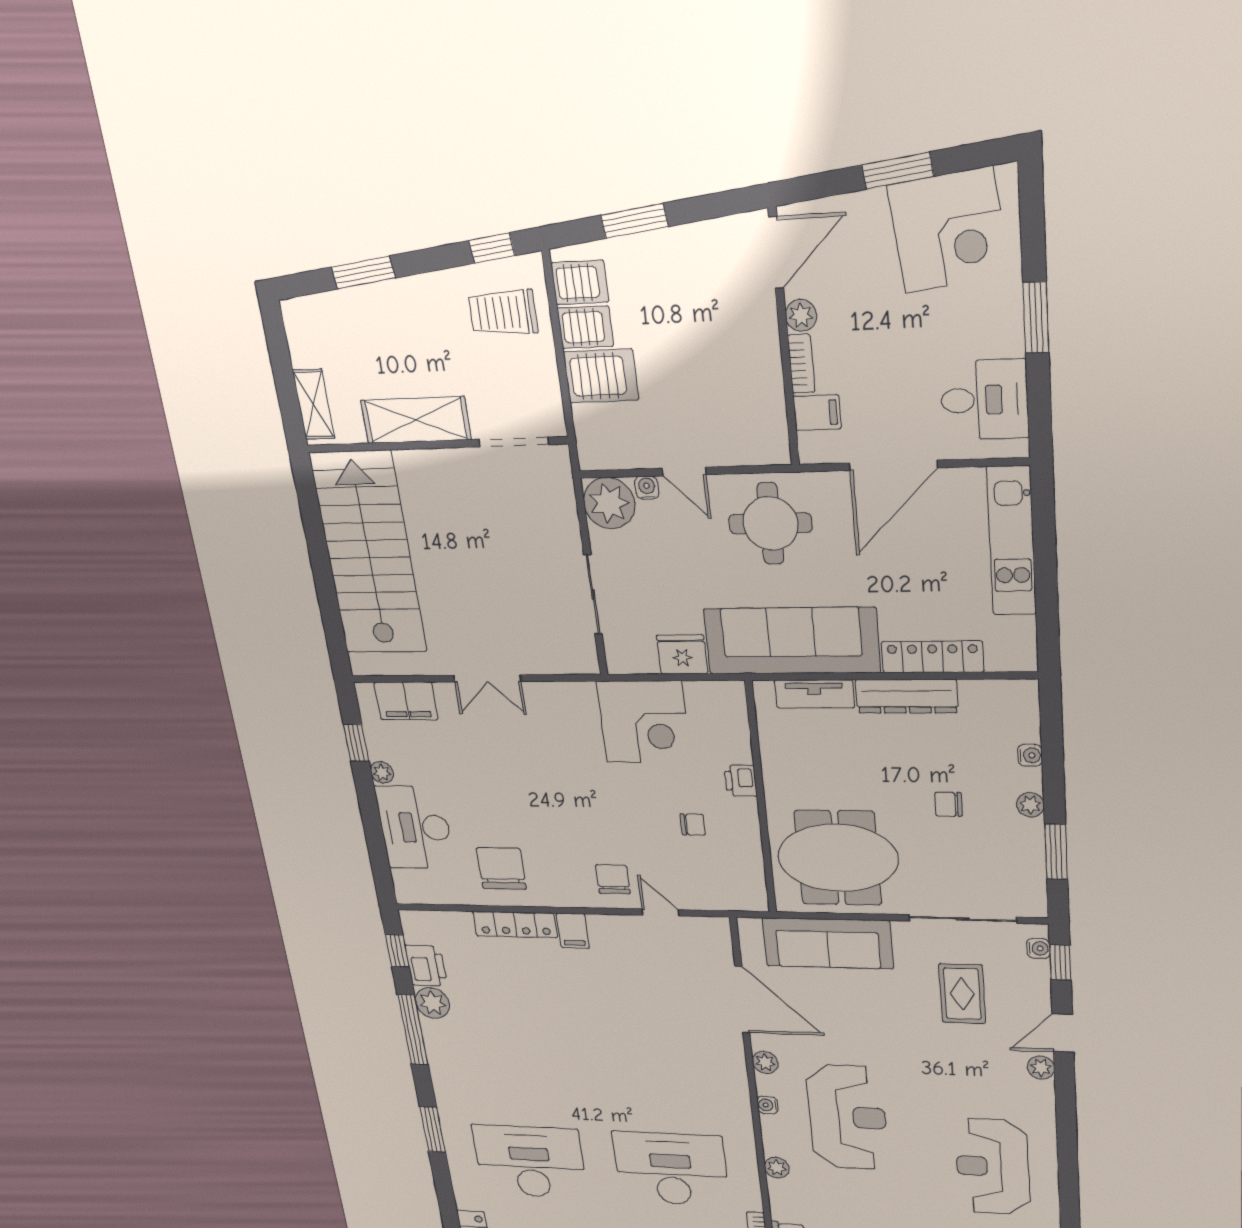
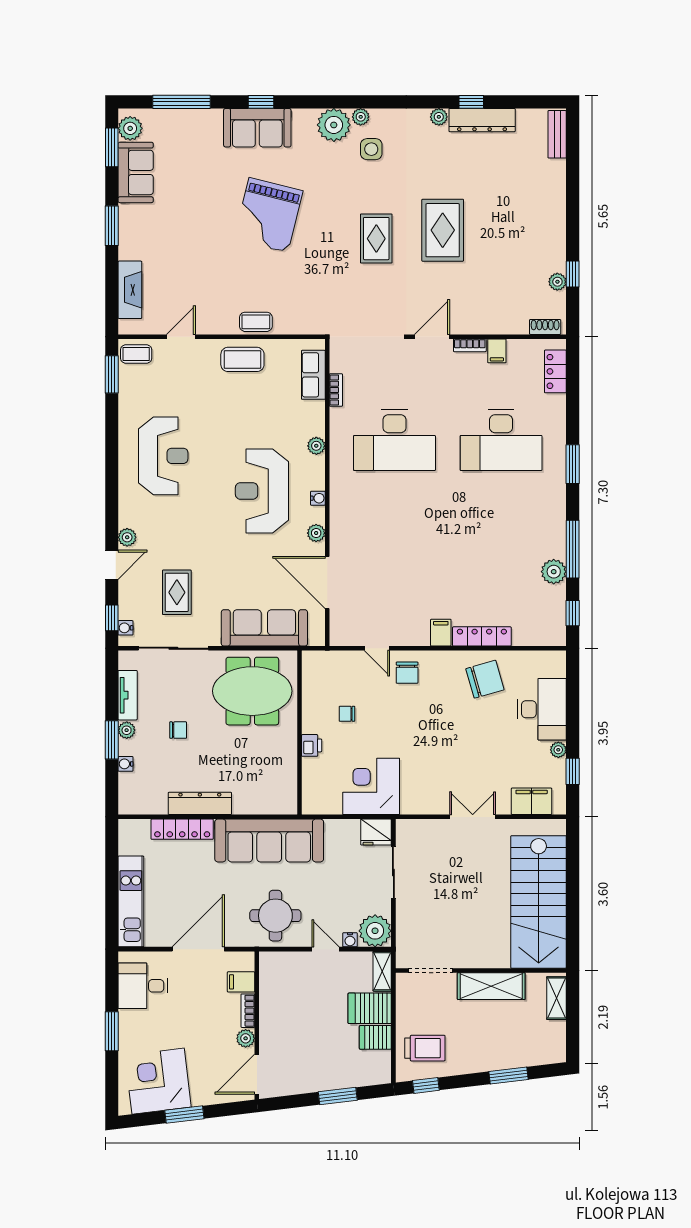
server rack: (580, 282) -> (375, 1063), removed
shelving: (589, 438) -> (382, 971), added
fridge: (682, 655) -> (376, 832), moved
tv unit: (814, 694) -> (128, 695), moved, turned 90
window: (1056, 852) -> (112, 740), moved
chair: (501, 869) -> (485, 679), turned -106
printer: (426, 966) -> (553, 602), removed

